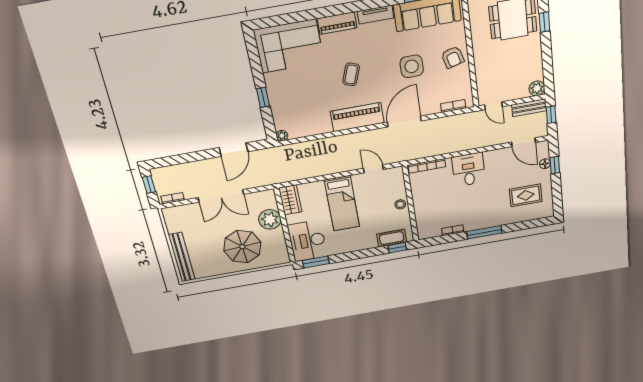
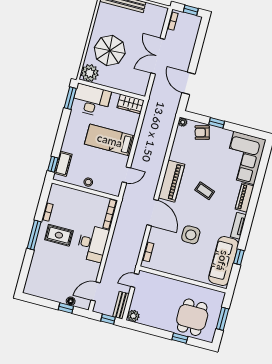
armchair: (453, 57) -> (202, 132), moved
desk: (468, 170) -> (93, 243), width x1.37
rug: (526, 195) -> (59, 235), moved, turned 90
plant: (270, 219) -> (90, 73), moved

